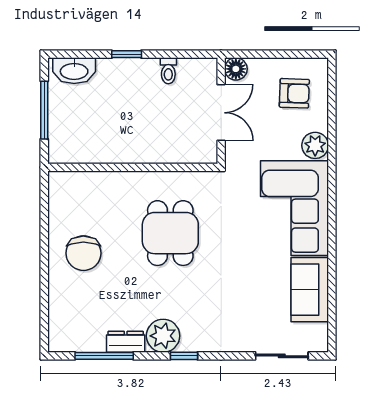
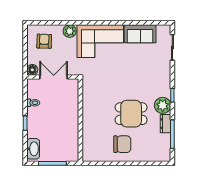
dining table: (170, 233) -> (131, 114), moved

